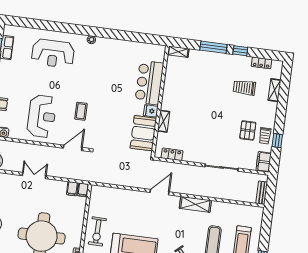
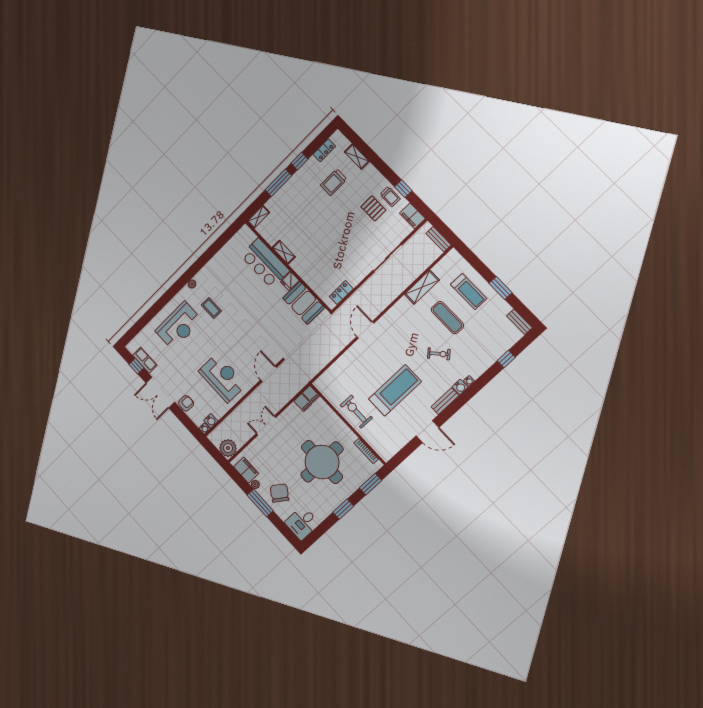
coffee table: (81, 111) -> (211, 308), moved
shelving: (164, 121) -> (284, 252), moved
shelving: (195, 204) -> (422, 287), moved
exercise bike: (97, 231) -> (356, 412), turned 180

